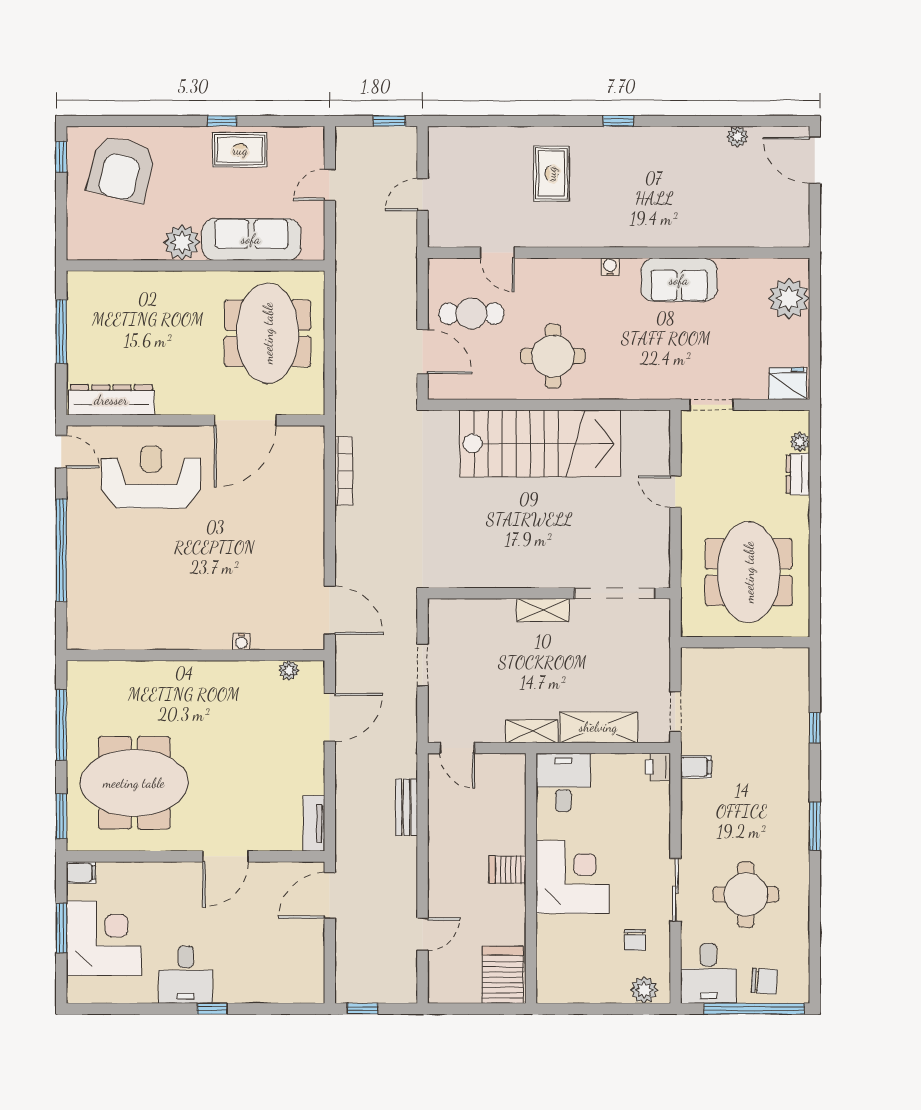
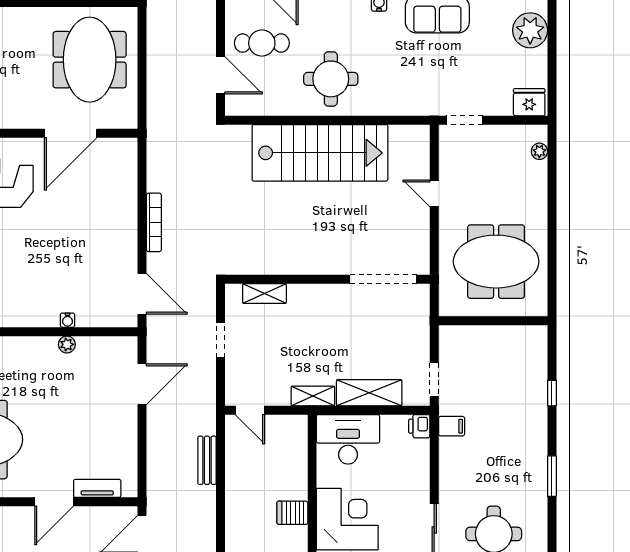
bookcase: (344, 471) -> (154, 222), moved
dresser: (798, 474) -> (538, 179), removed
meeting table: (749, 572) -> (496, 262), turned 90
shelving: (543, 610) -> (265, 294), moved
plant: (289, 670) -> (67, 344), moved
desk: (563, 782) -> (348, 439), width x1.37
tv unit: (314, 823) -> (97, 488), moved, turned 90

